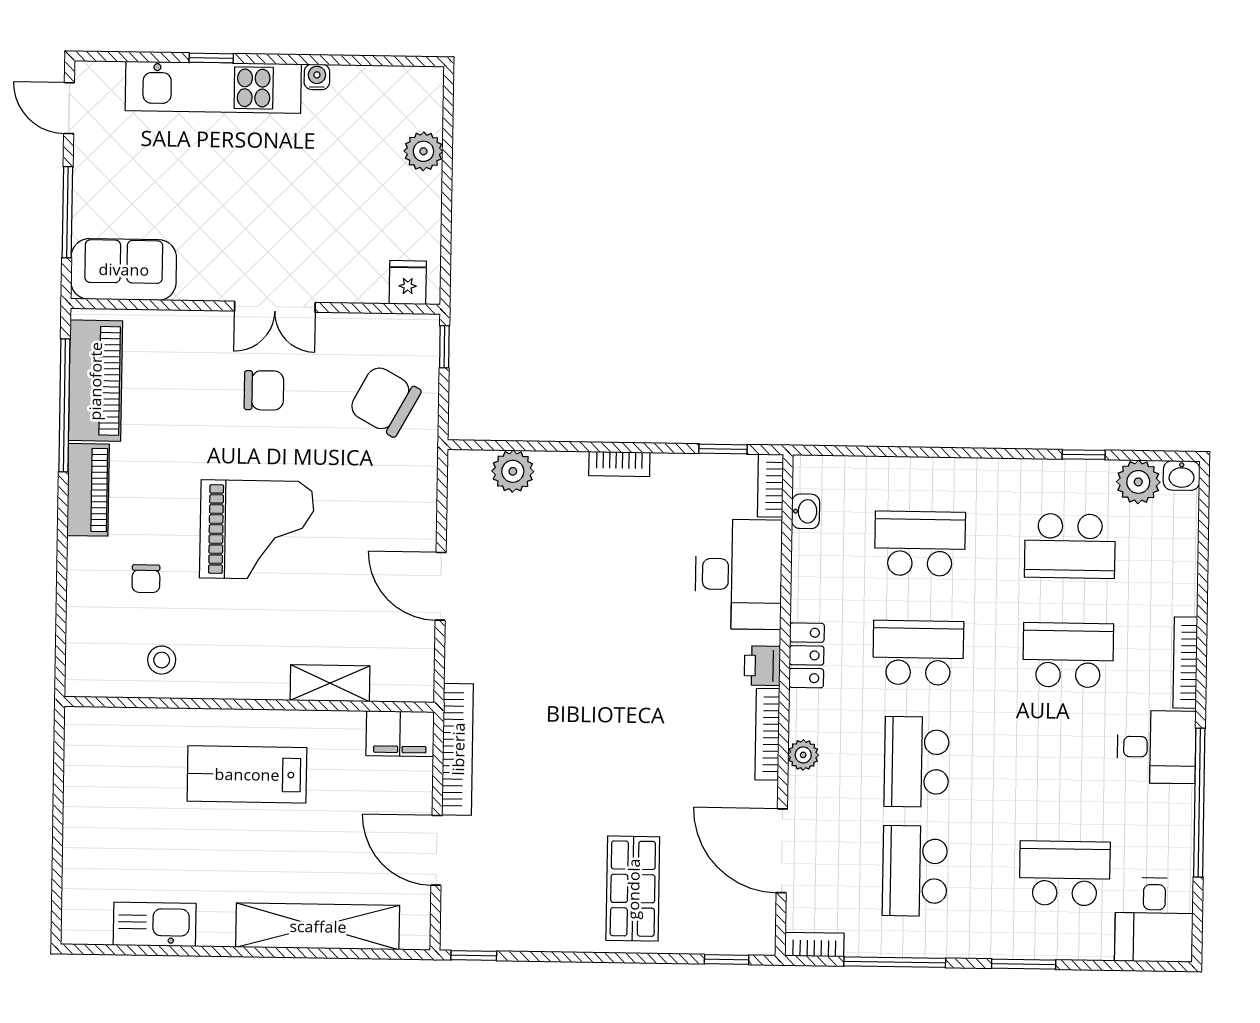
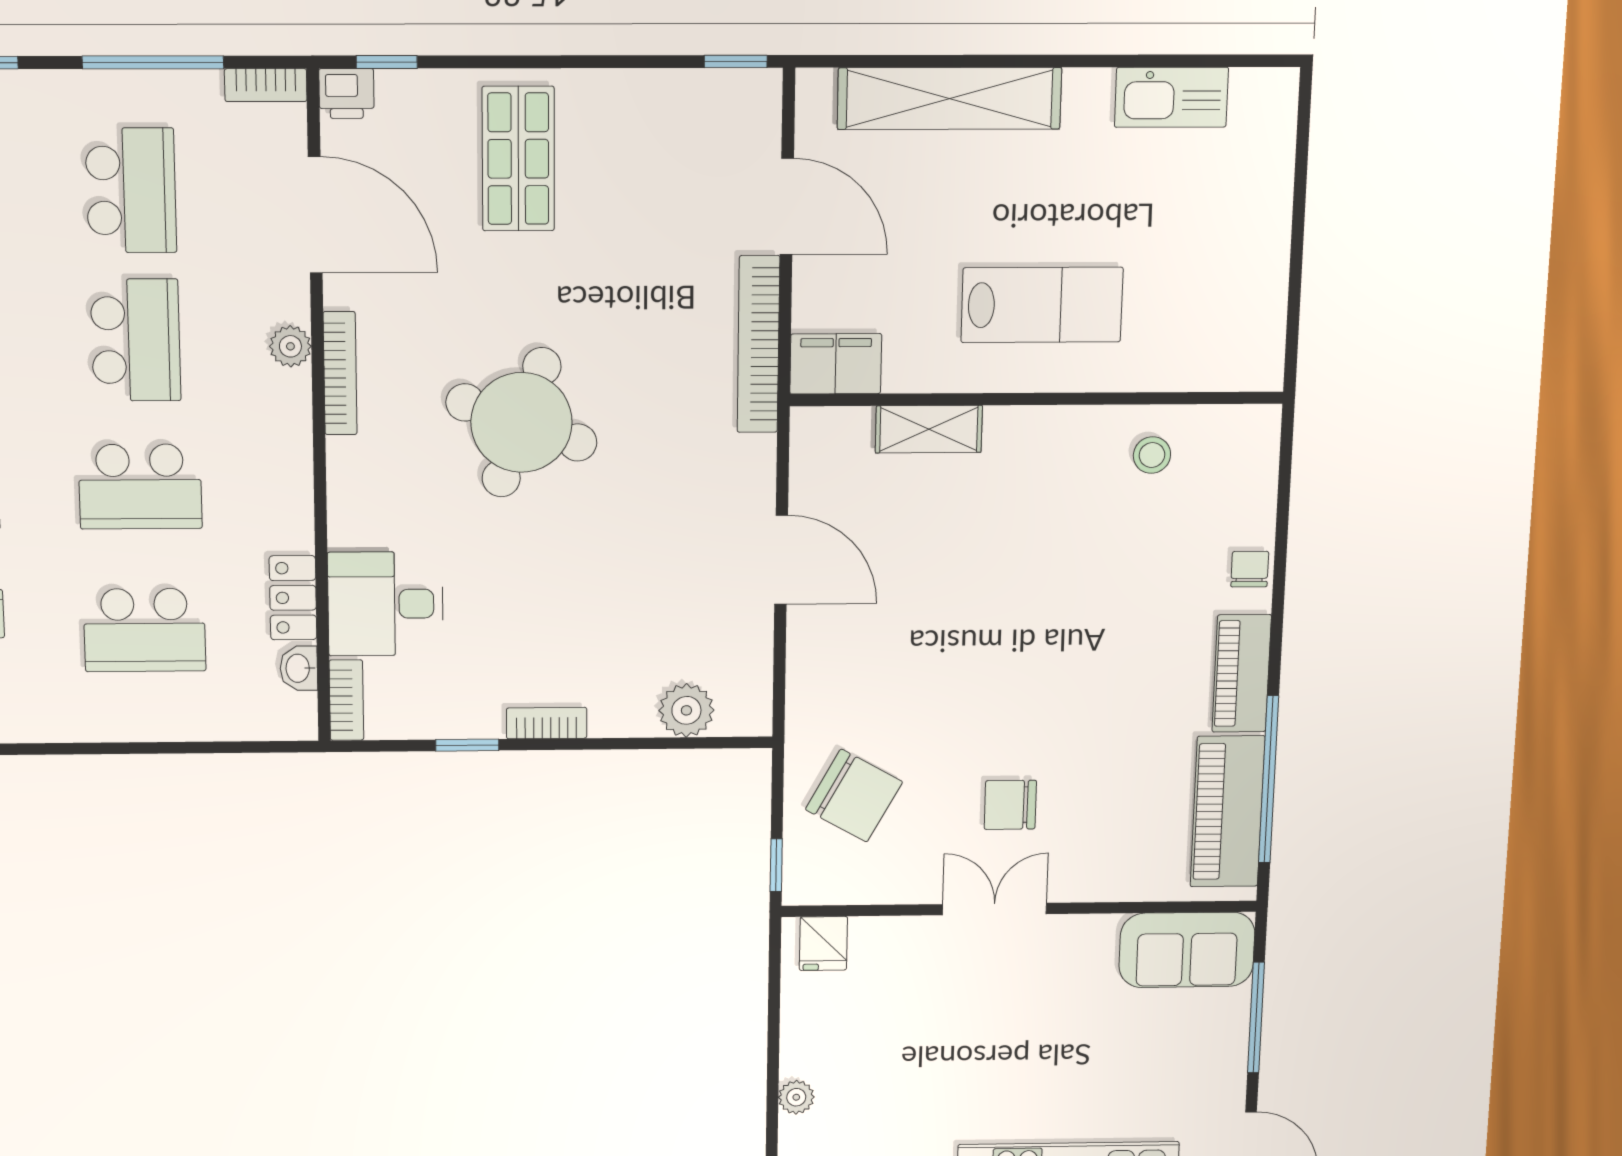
plant: (423, 151) -> (796, 1097), width x0.73, depth x0.73
window: (723, 449) -> (467, 745), moved
grand piano: (257, 530) -> (1023, 628), removed
desk: (739, 574) -> (385, 604), width x0.73
chair: (146, 579) -> (1250, 569), moved
locker: (807, 655) -> (293, 598), moved
printer: (762, 666) -> (346, 93), moved, turned 90
round table: (634, 695) -> (521, 422), added

